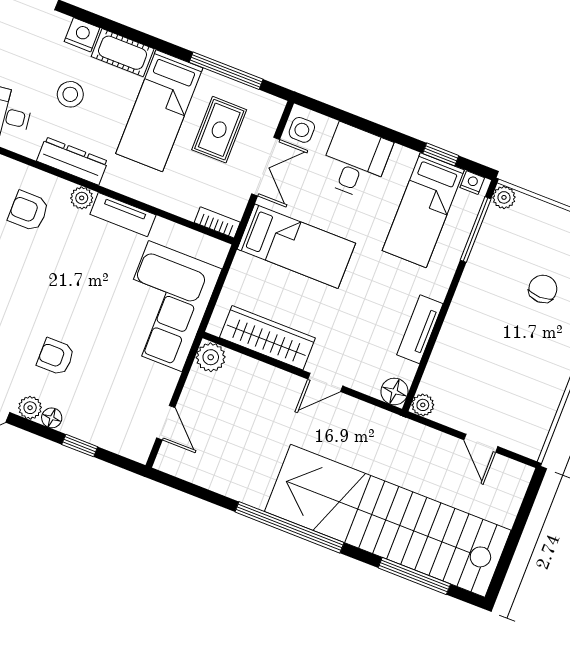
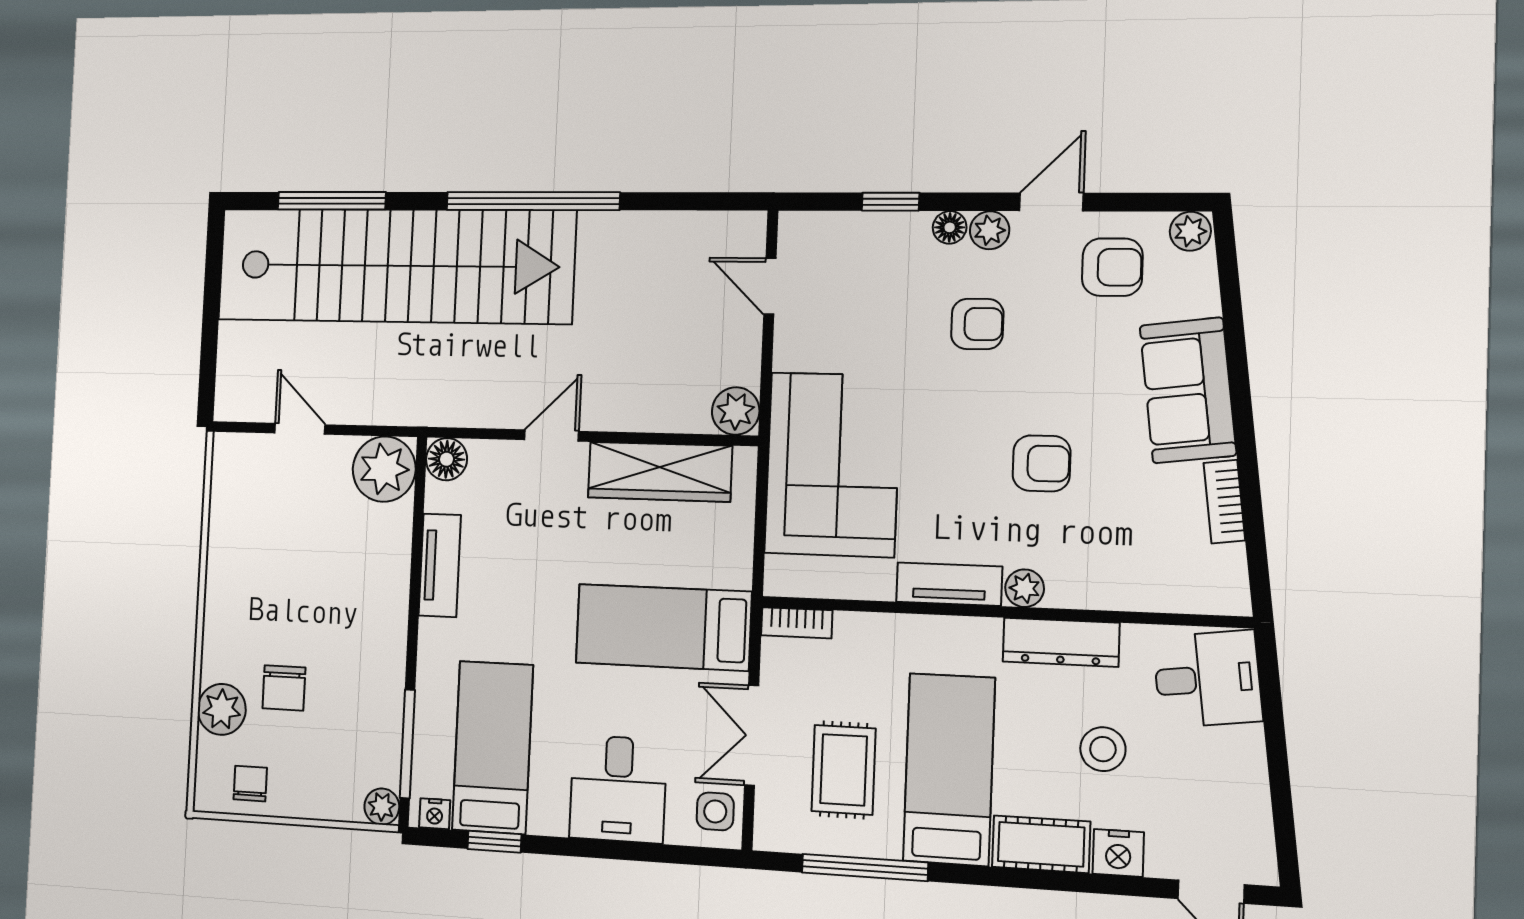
armchair: (28, 211) -> (1042, 463), moved
plant: (423, 405) -> (384, 469), width x1.88, depth x1.88

